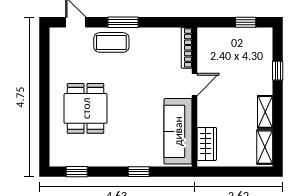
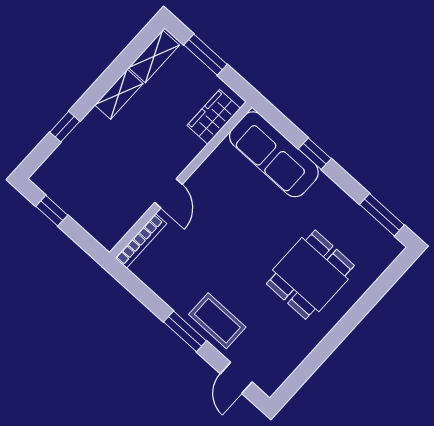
door: (195, 84) -> (168, 193), swing flipped
sofa: (178, 131) -> (274, 154), moved, turned 90
window: (77, 172) -> (382, 215), width x1.50
window: (239, 172) -> (205, 55), added

